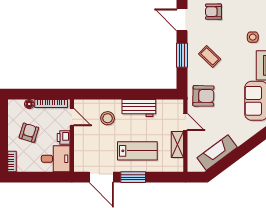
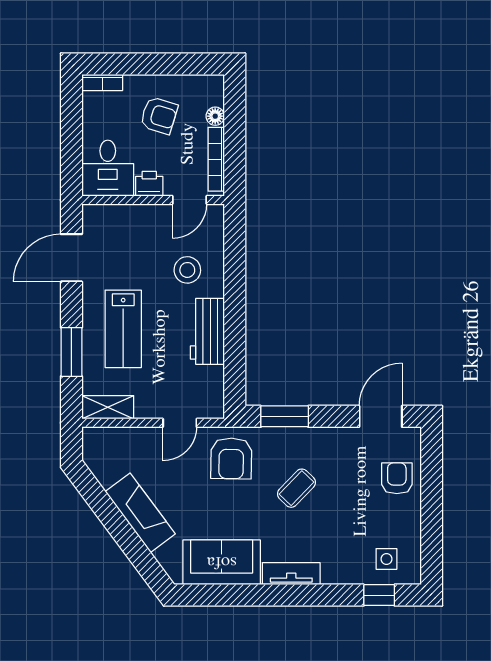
side table: (253, 37) -> (386, 559), moved
window: (182, 55) -> (285, 416), moved
coffee table: (210, 56) -> (296, 488), moved
shelving: (177, 144) -> (108, 407), moved
fireplace: (217, 153) -> (140, 513), moved
window: (133, 177) -> (71, 352), moved

